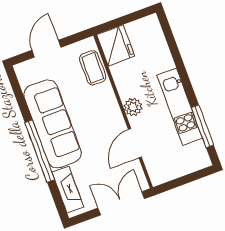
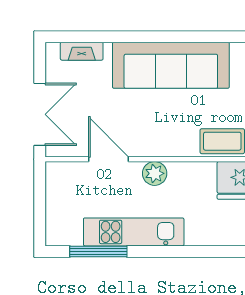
window: (40, 151) -> (143, 37), removed
fireplace: (68, 189) -> (82, 51), width x0.73, depth x0.76

